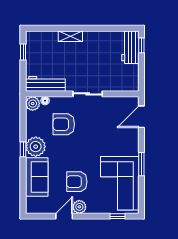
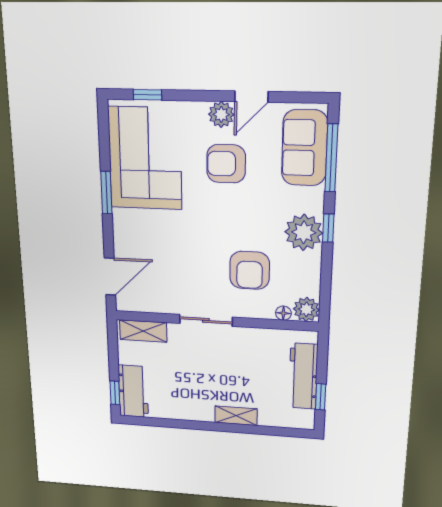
workbench: (45, 84) -> (303, 376), moved, turned 90
shelving: (123, 85) -> (143, 331), added
armchair: (64, 124) -> (250, 270), turned 90
sofa: (37, 177) -> (304, 148), moved
armchair: (77, 182) -> (226, 164), turned 180
window: (23, 186) -> (331, 158), added

